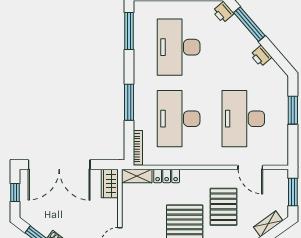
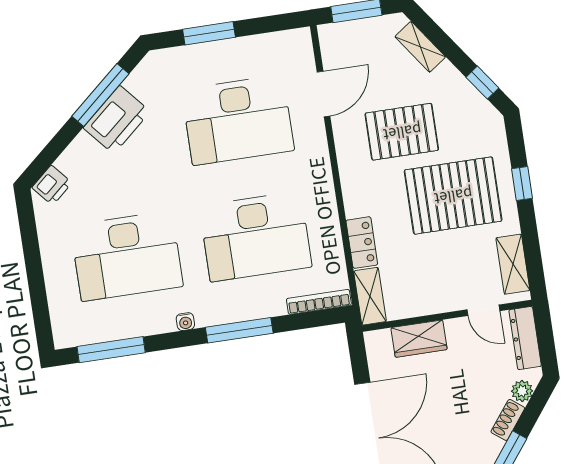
window: (249, 24) -> (100, 95), moved
printer: (261, 56) -> (117, 120), width x1.87, depth x1.48
water cooler: (138, 74) -> (185, 322), added
wardrobe: (110, 183) -> (419, 339), moved

